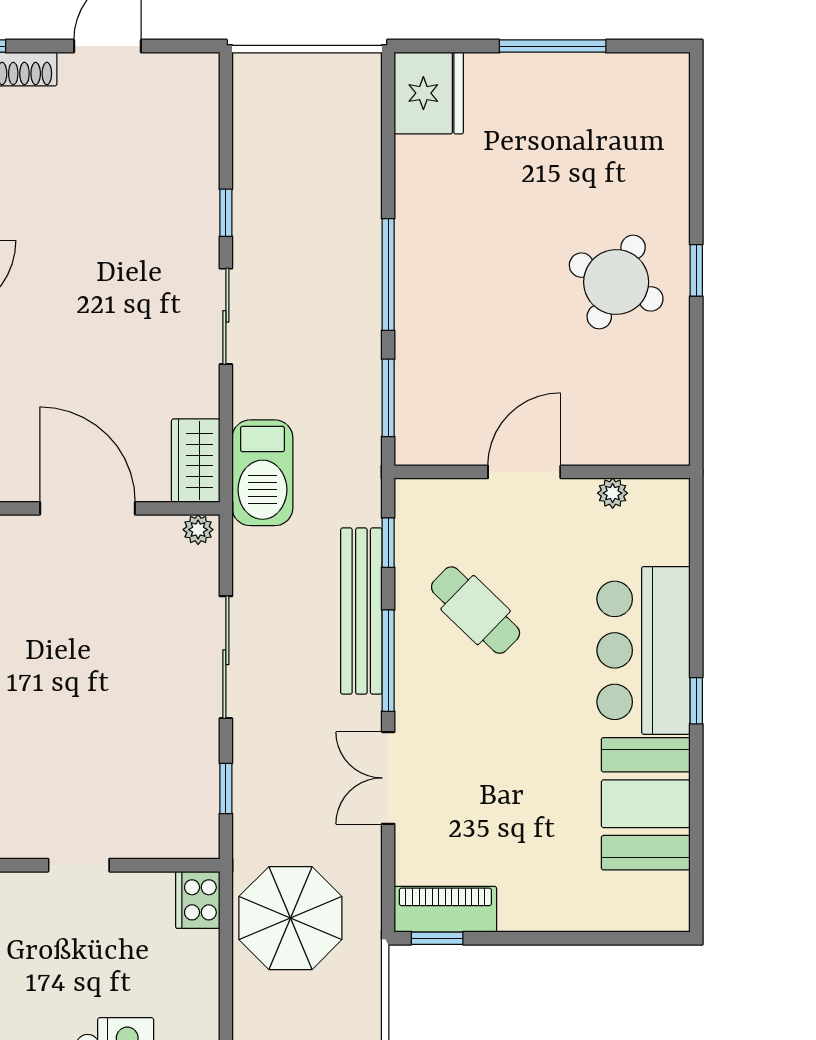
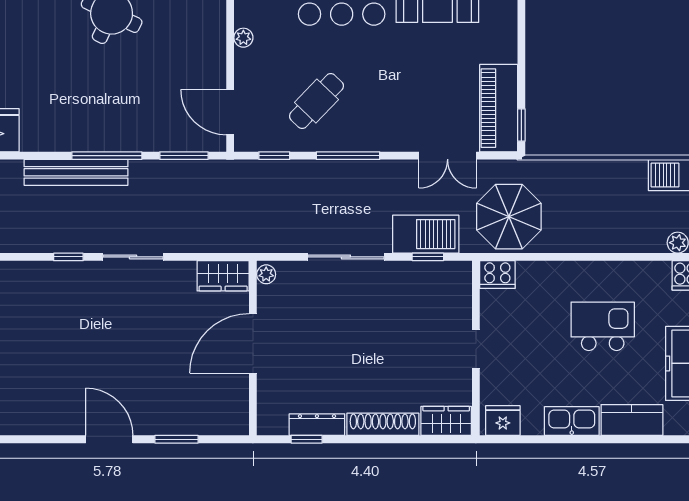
door: (524, 472) -> (230, 112), moved
barbecue: (262, 473) -> (426, 234), moved
plant: (613, 493) -> (243, 38), moved
bench: (361, 611) -> (76, 172), moved
double door: (388, 778) -> (448, 156), moved
piano: (445, 909) -> (499, 108), width x1.37, depth x1.33

